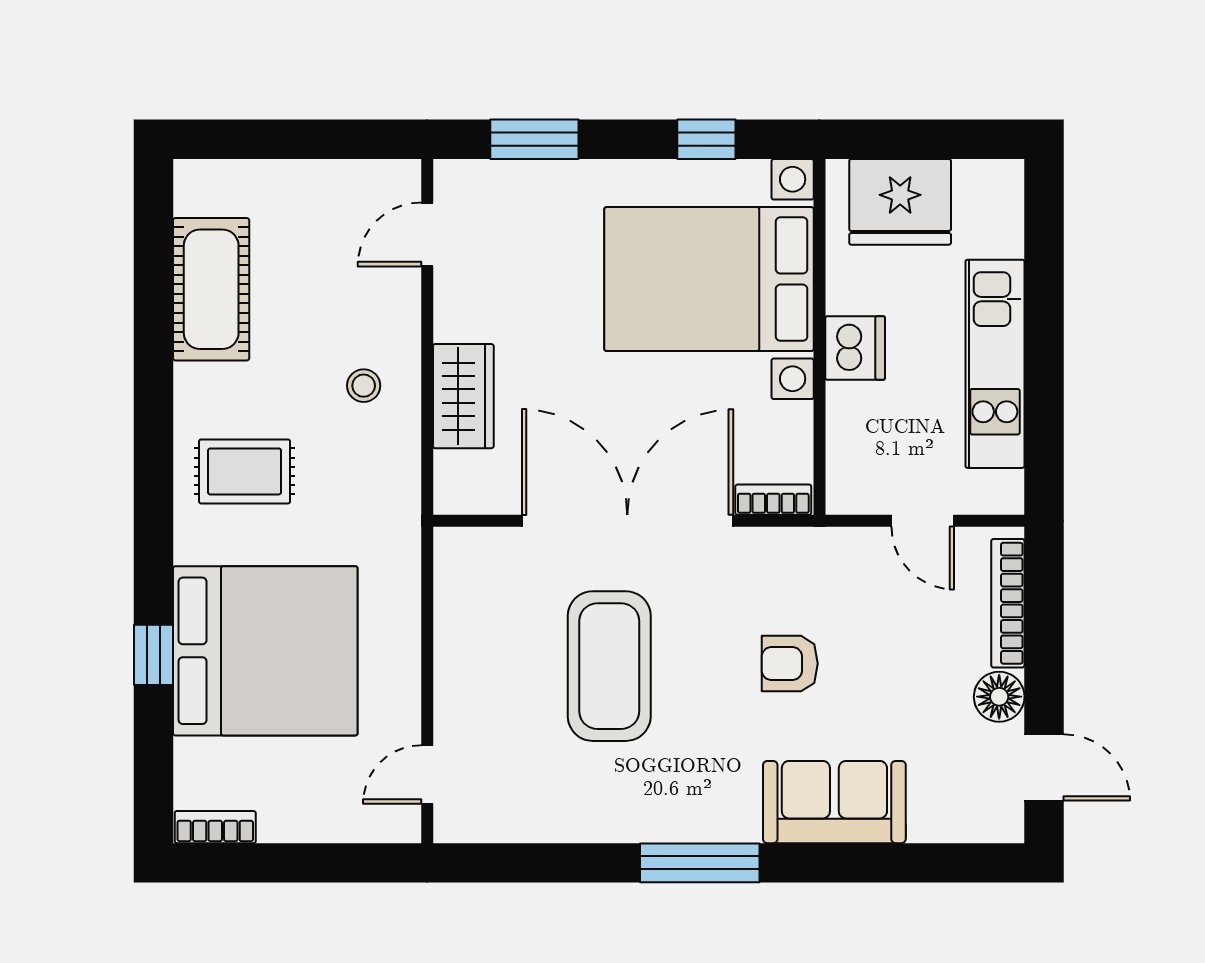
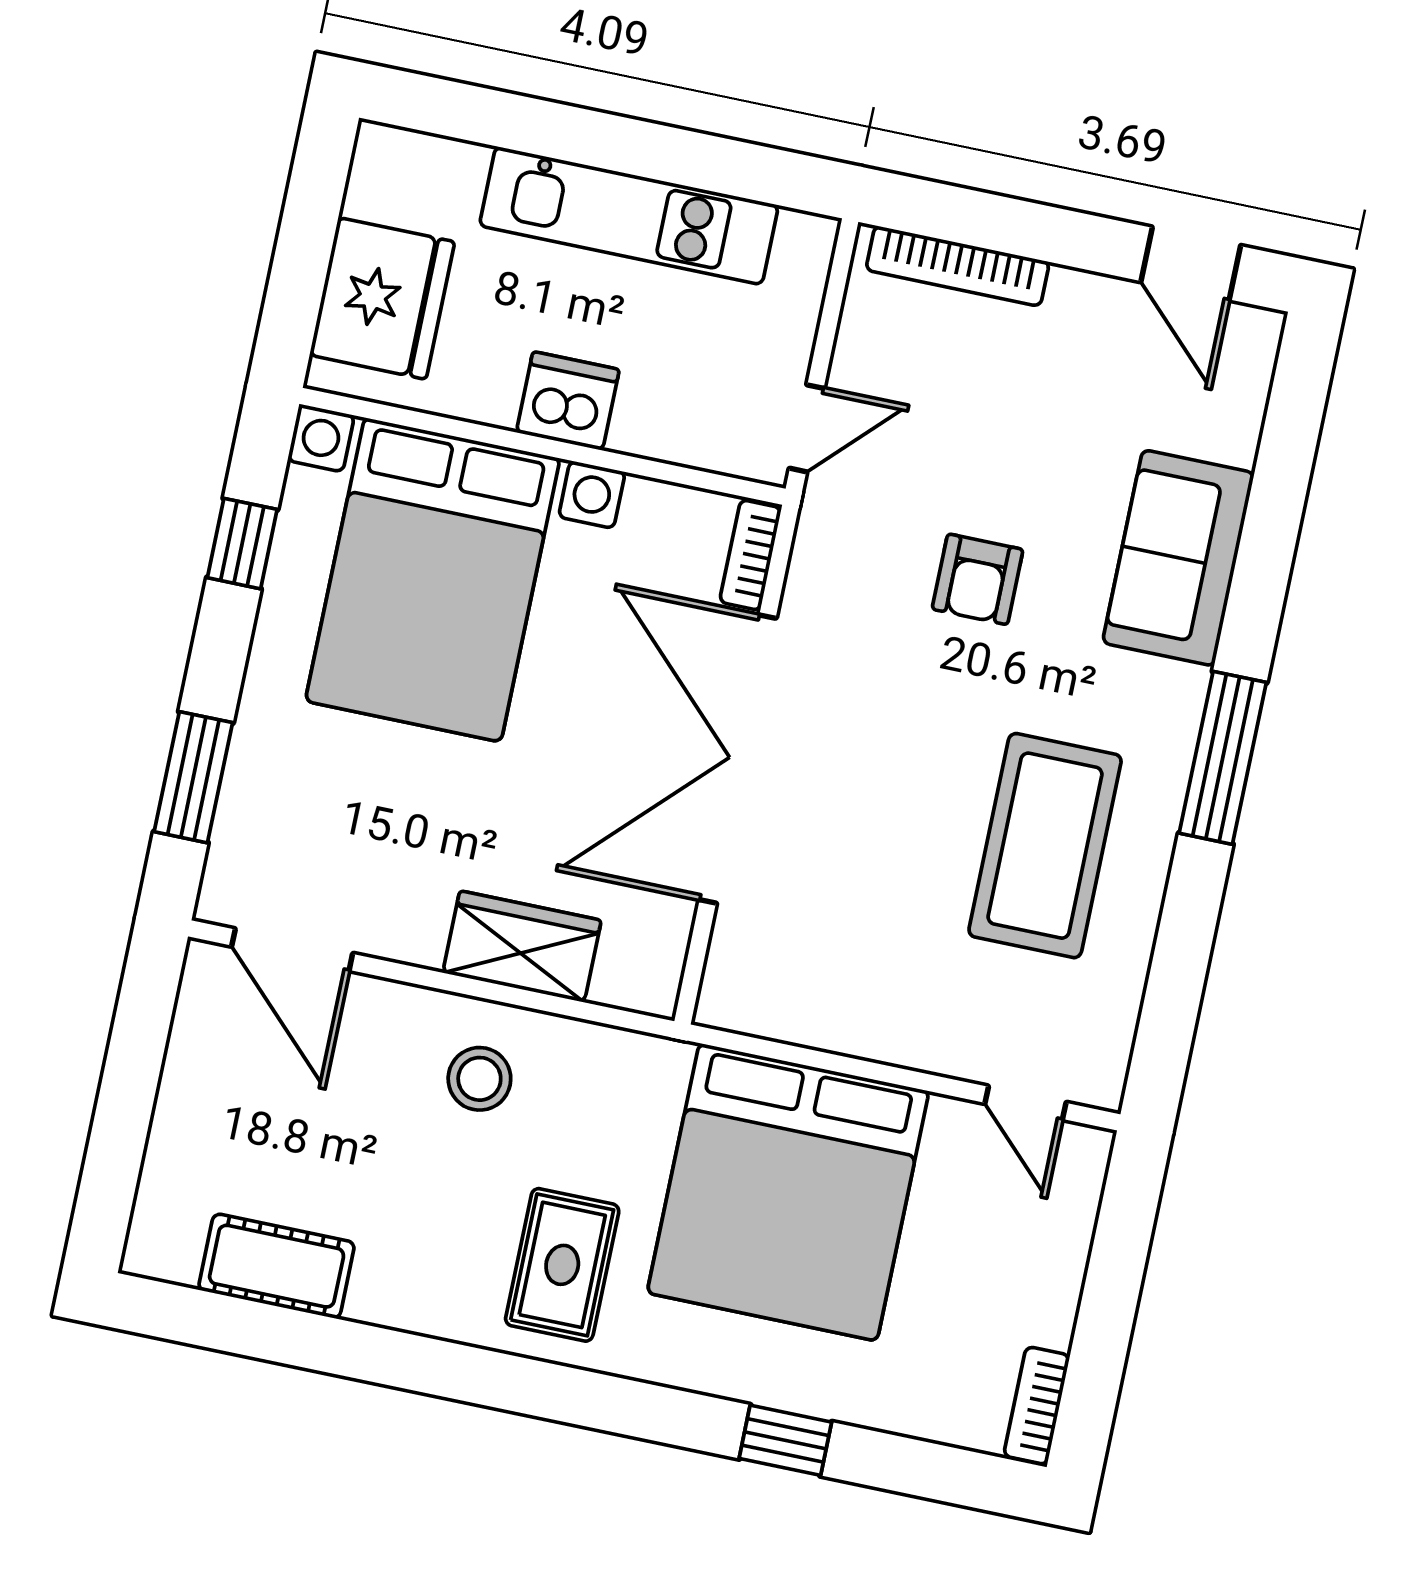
door: (427, 234) -> (292, 950), width x1.38
cot: (211, 289) -> (277, 1266), width x0.73, depth x0.75
stool: (364, 386) -> (479, 1079), width x1.37, depth x1.37
door: (923, 521) -> (807, 428), moved
bed: (265, 651) -> (788, 1192), moved, turned 180
coffee table: (609, 666) -> (1045, 846), moved, turned 90
floor lamp: (999, 697) -> (1082, 304), removed
door: (1044, 767) -> (1191, 264), swing flipped

